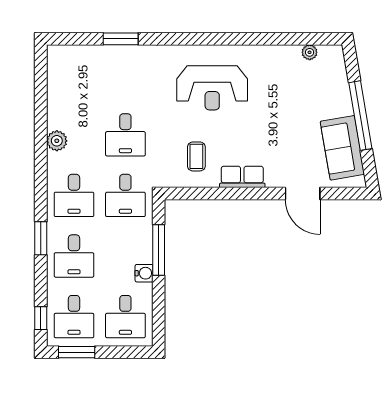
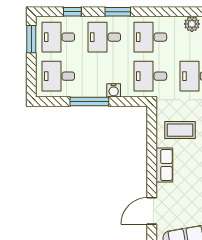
coffee table: (196, 156) -> (180, 130), width x1.36, depth x1.30
window: (159, 250) -> (89, 101), moved
water cooler: (144, 273) -> (114, 90), moved
window: (41, 318) -> (72, 12), moved

